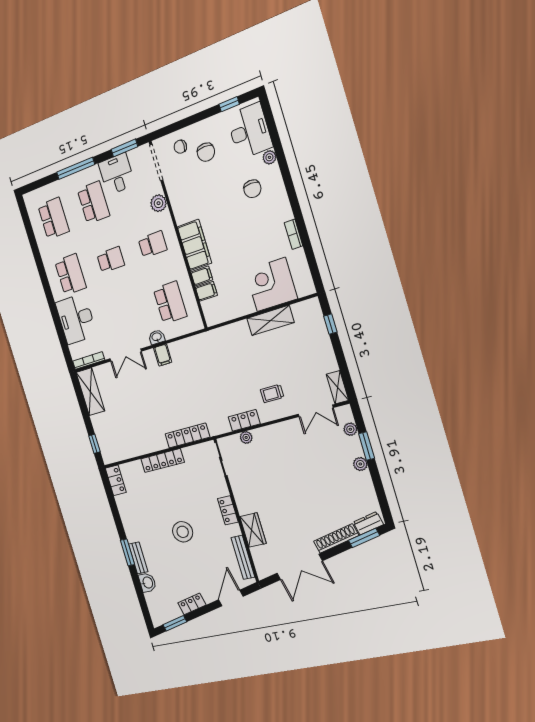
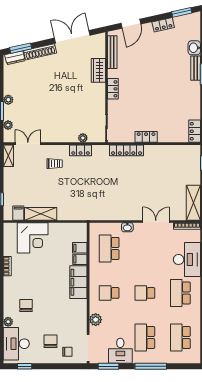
filing cabinet: (163, 355) -> (18, 213), moved
locker: (163, 461) -> (146, 137), width x0.66
stool: (183, 532) -> (153, 81), removed

